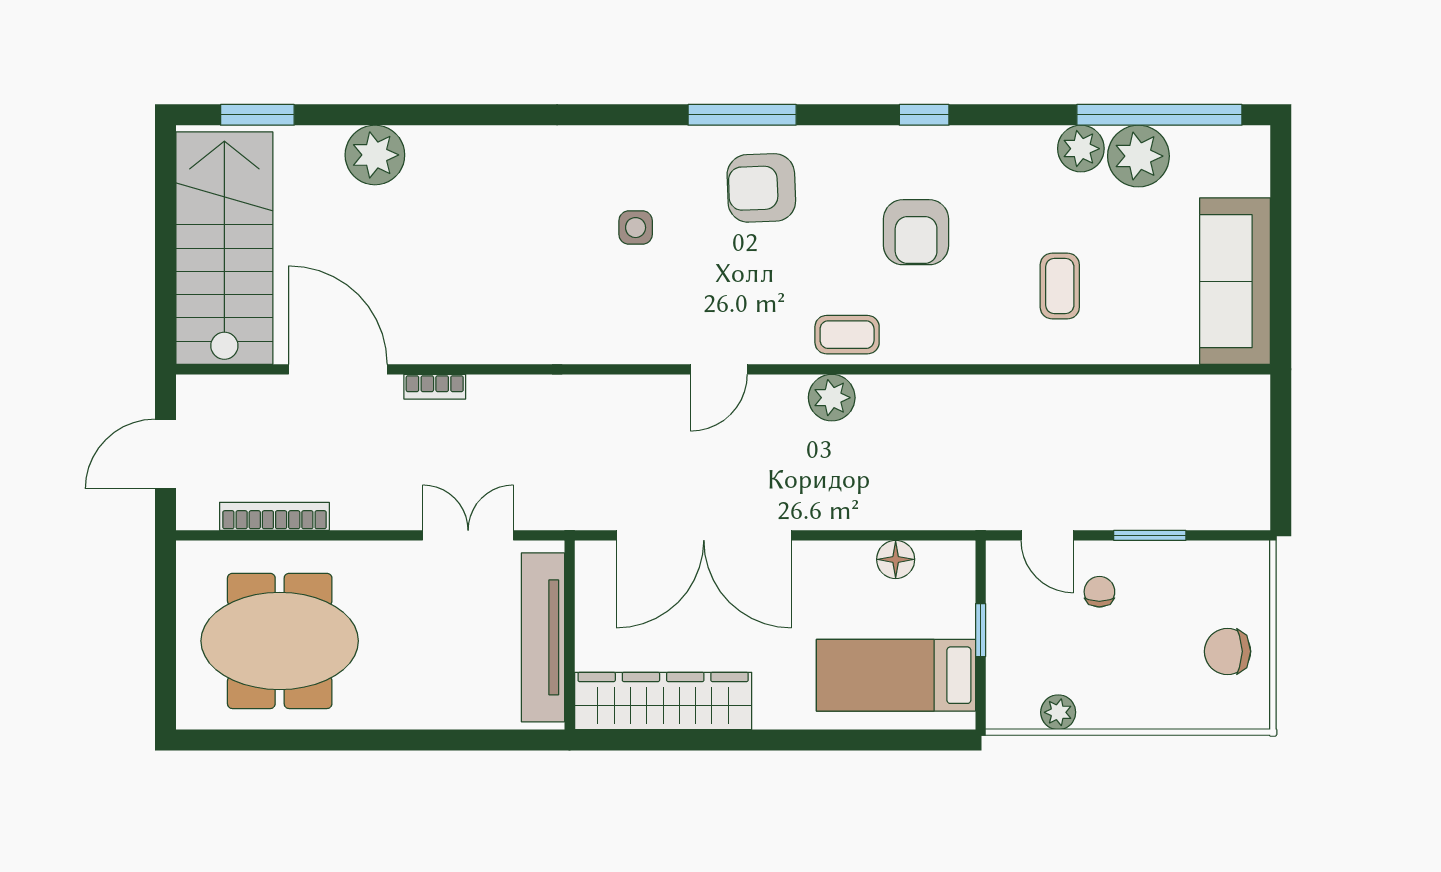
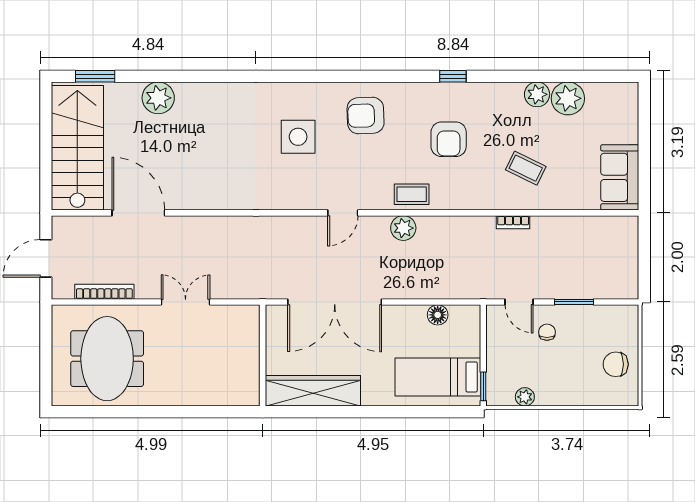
window: (742, 115) -> (355, 76), removed
window: (1159, 115) -> (579, 76), removed
side table: (636, 228) -> (298, 137), width x1.87, depth x1.87
sofa: (1235, 281) -> (620, 177), width x0.73
coffee table: (1060, 286) -> (526, 168), turned -64
bookcase: (435, 387) -> (513, 222), moved
double door: (468, 535) -> (186, 302), moved
window: (981, 630) -> (483, 386), moved
tv unit: (543, 637) -> (248, 357), removed
meeting table: (280, 641) -> (107, 359), turned 90

